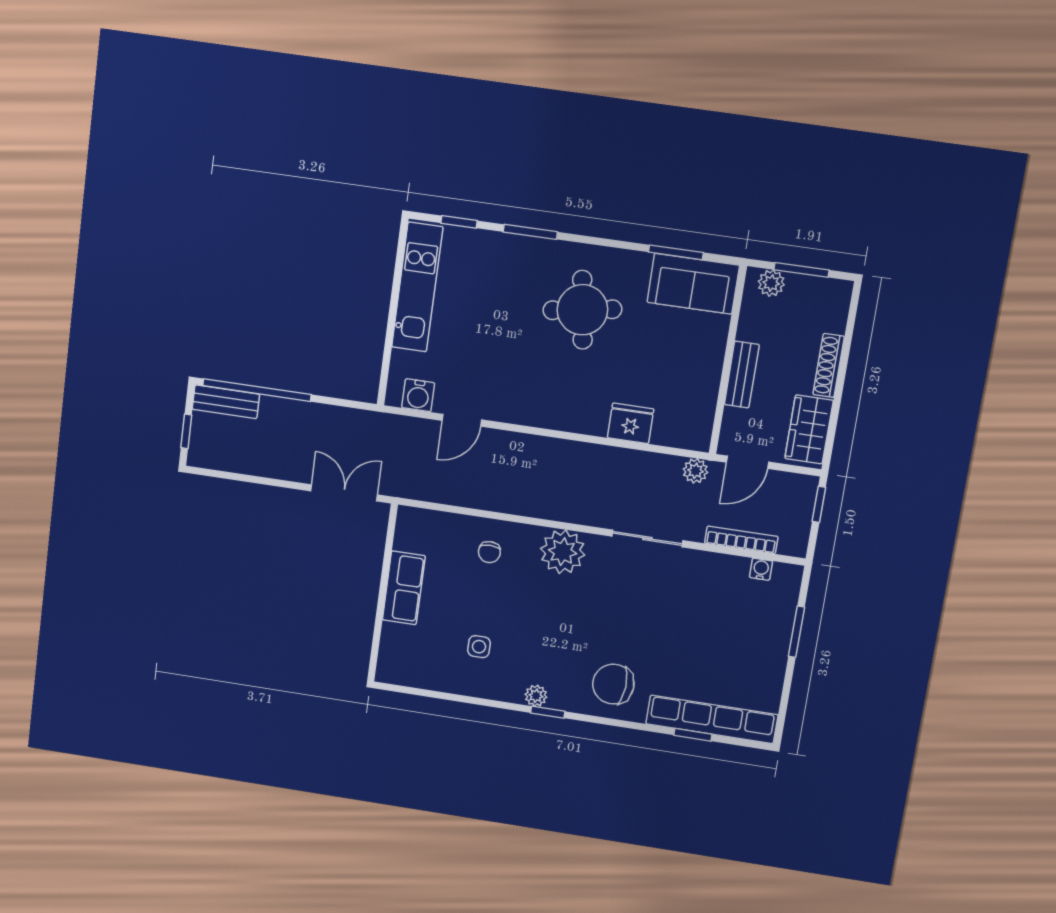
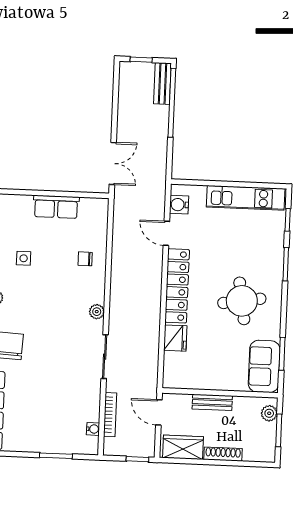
locker: (547, 412) -> (177, 286), added
plant: (695, 471) -> (150, 381), removed
plant: (563, 552) -> (97, 312), width x0.53, depth x0.53

